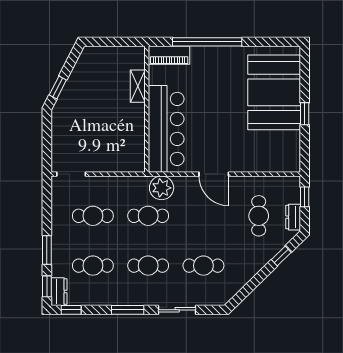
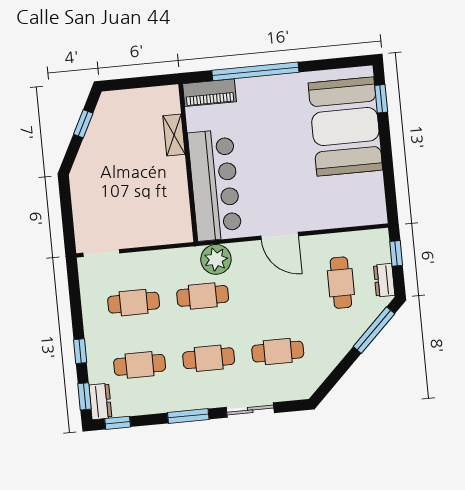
window: (58, 88) -> (83, 124), moved
window: (305, 114) -> (381, 99), moved
window: (47, 250) -> (80, 351), width x0.67
window: (281, 256) -> (374, 330), width x2.17

